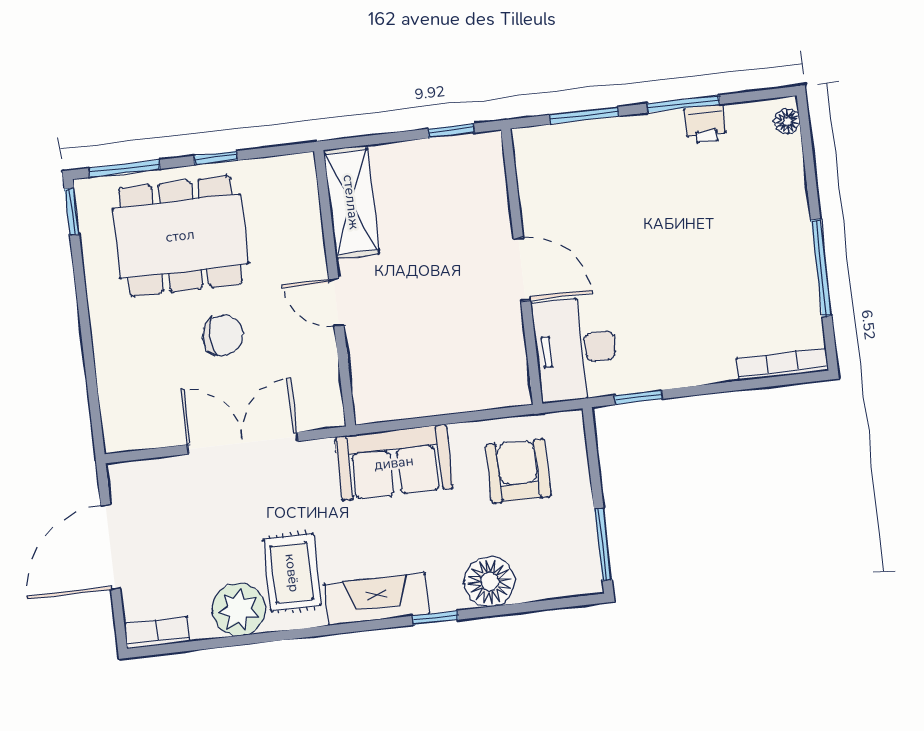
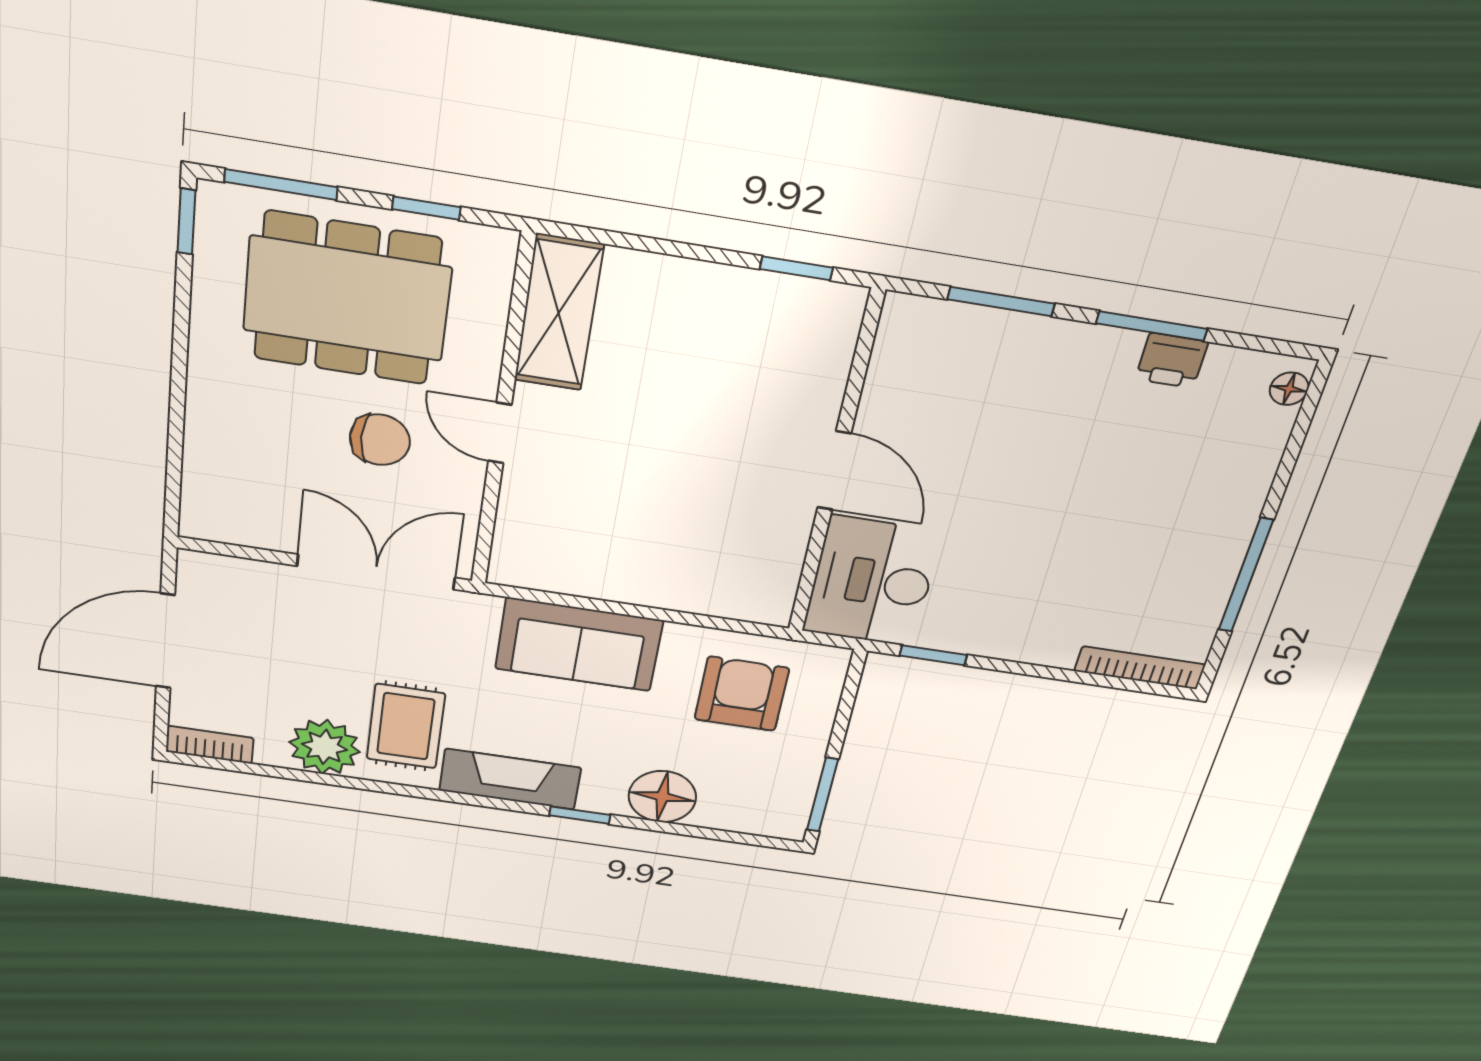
shelving: (351, 202) -> (559, 313), moved
wall: (335, 288) -> (502, 415), moved
door: (336, 302) -> (500, 433), moved

